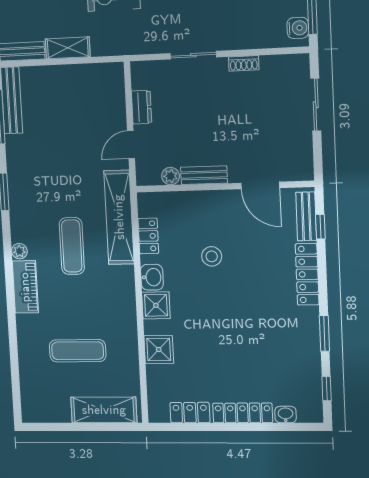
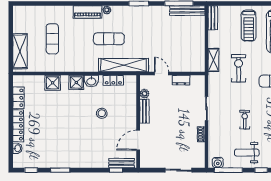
shelving: (68, 48) -> (213, 60), moved
locker: (307, 274) -> (91, 162), removed

